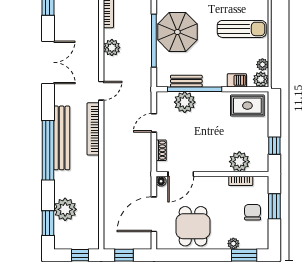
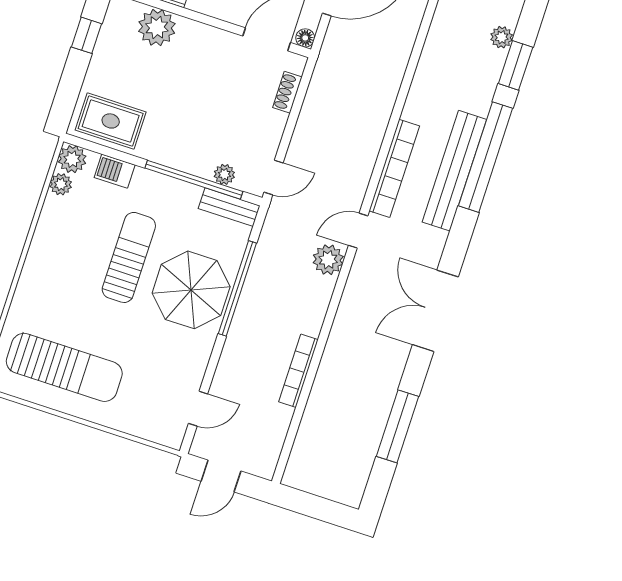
sun lounger: (242, 29) -> (129, 257), moved, turned 90
plant: (112, 48) -> (328, 260), moved
bench: (186, 81) -> (229, 207), moved
plant: (185, 102) -> (224, 174), width x0.53, depth x0.53
door: (154, 123) -> (274, 178), moved
plant: (65, 209) -> (502, 37), width x0.53, depth x0.53
window: (48, 223) -> (516, 65), moved

